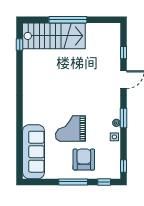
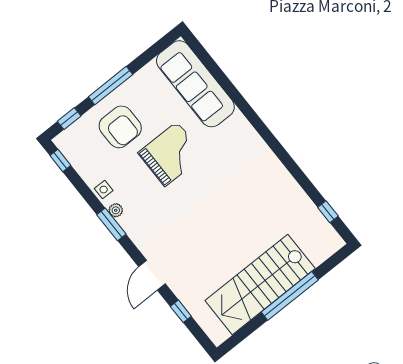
stairs: (54, 36) -> (260, 285), moved

